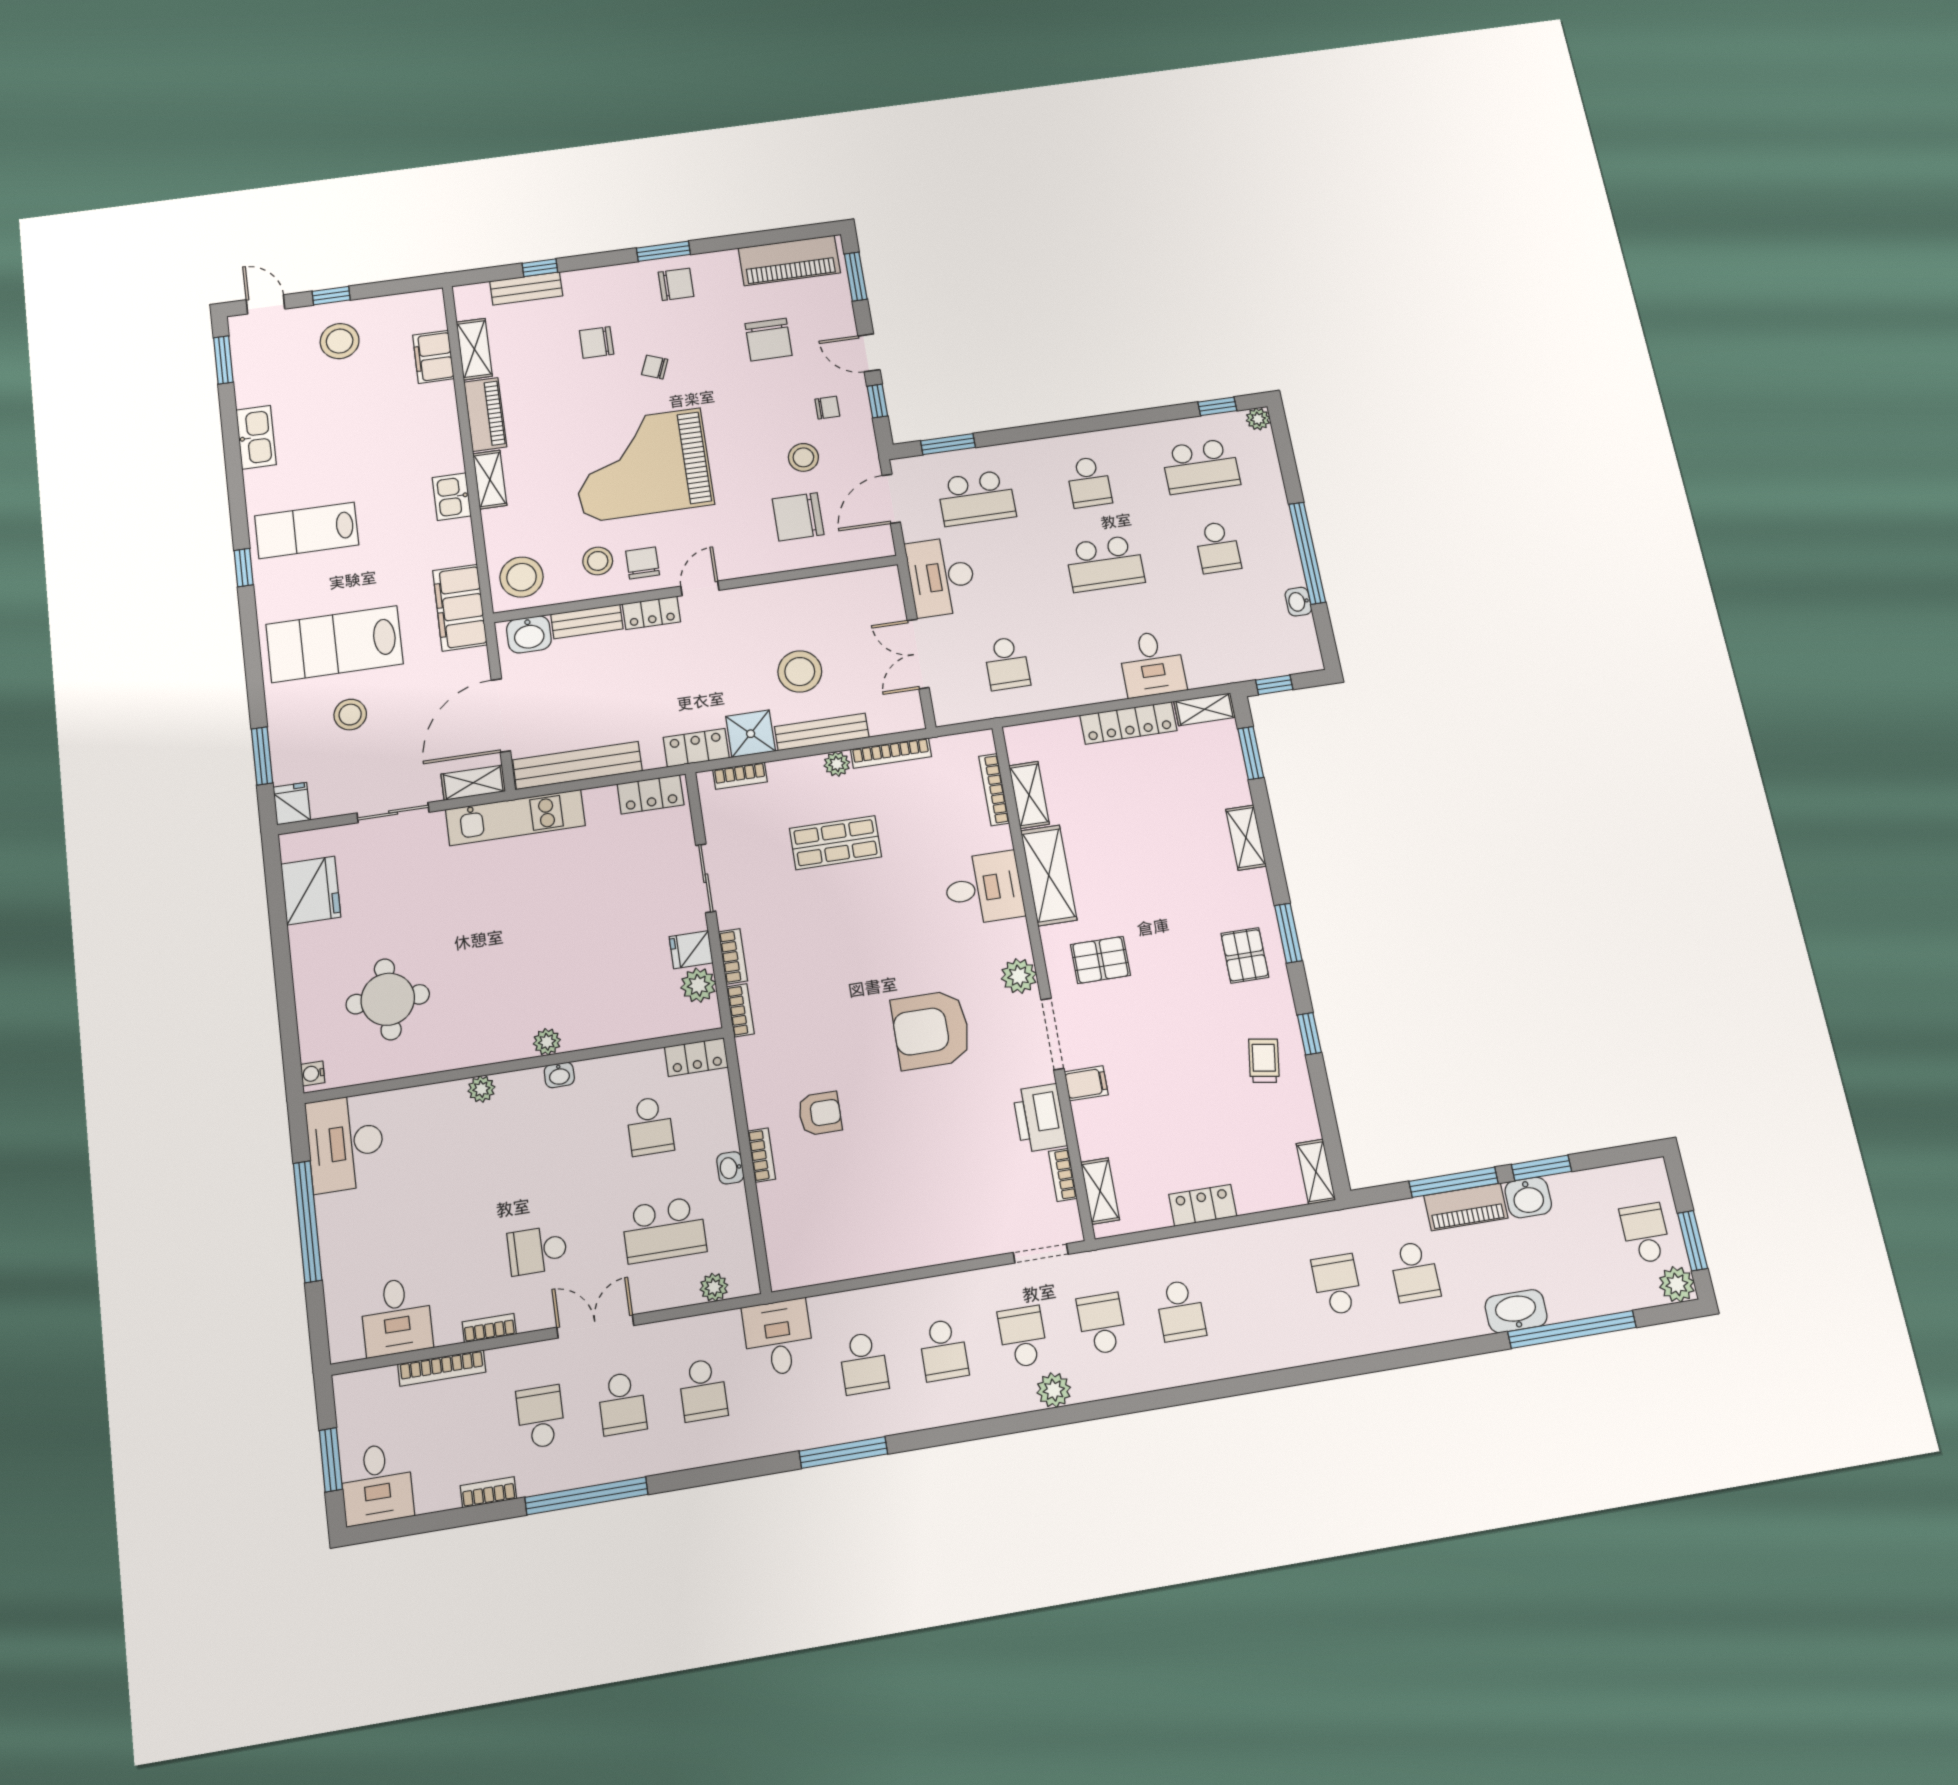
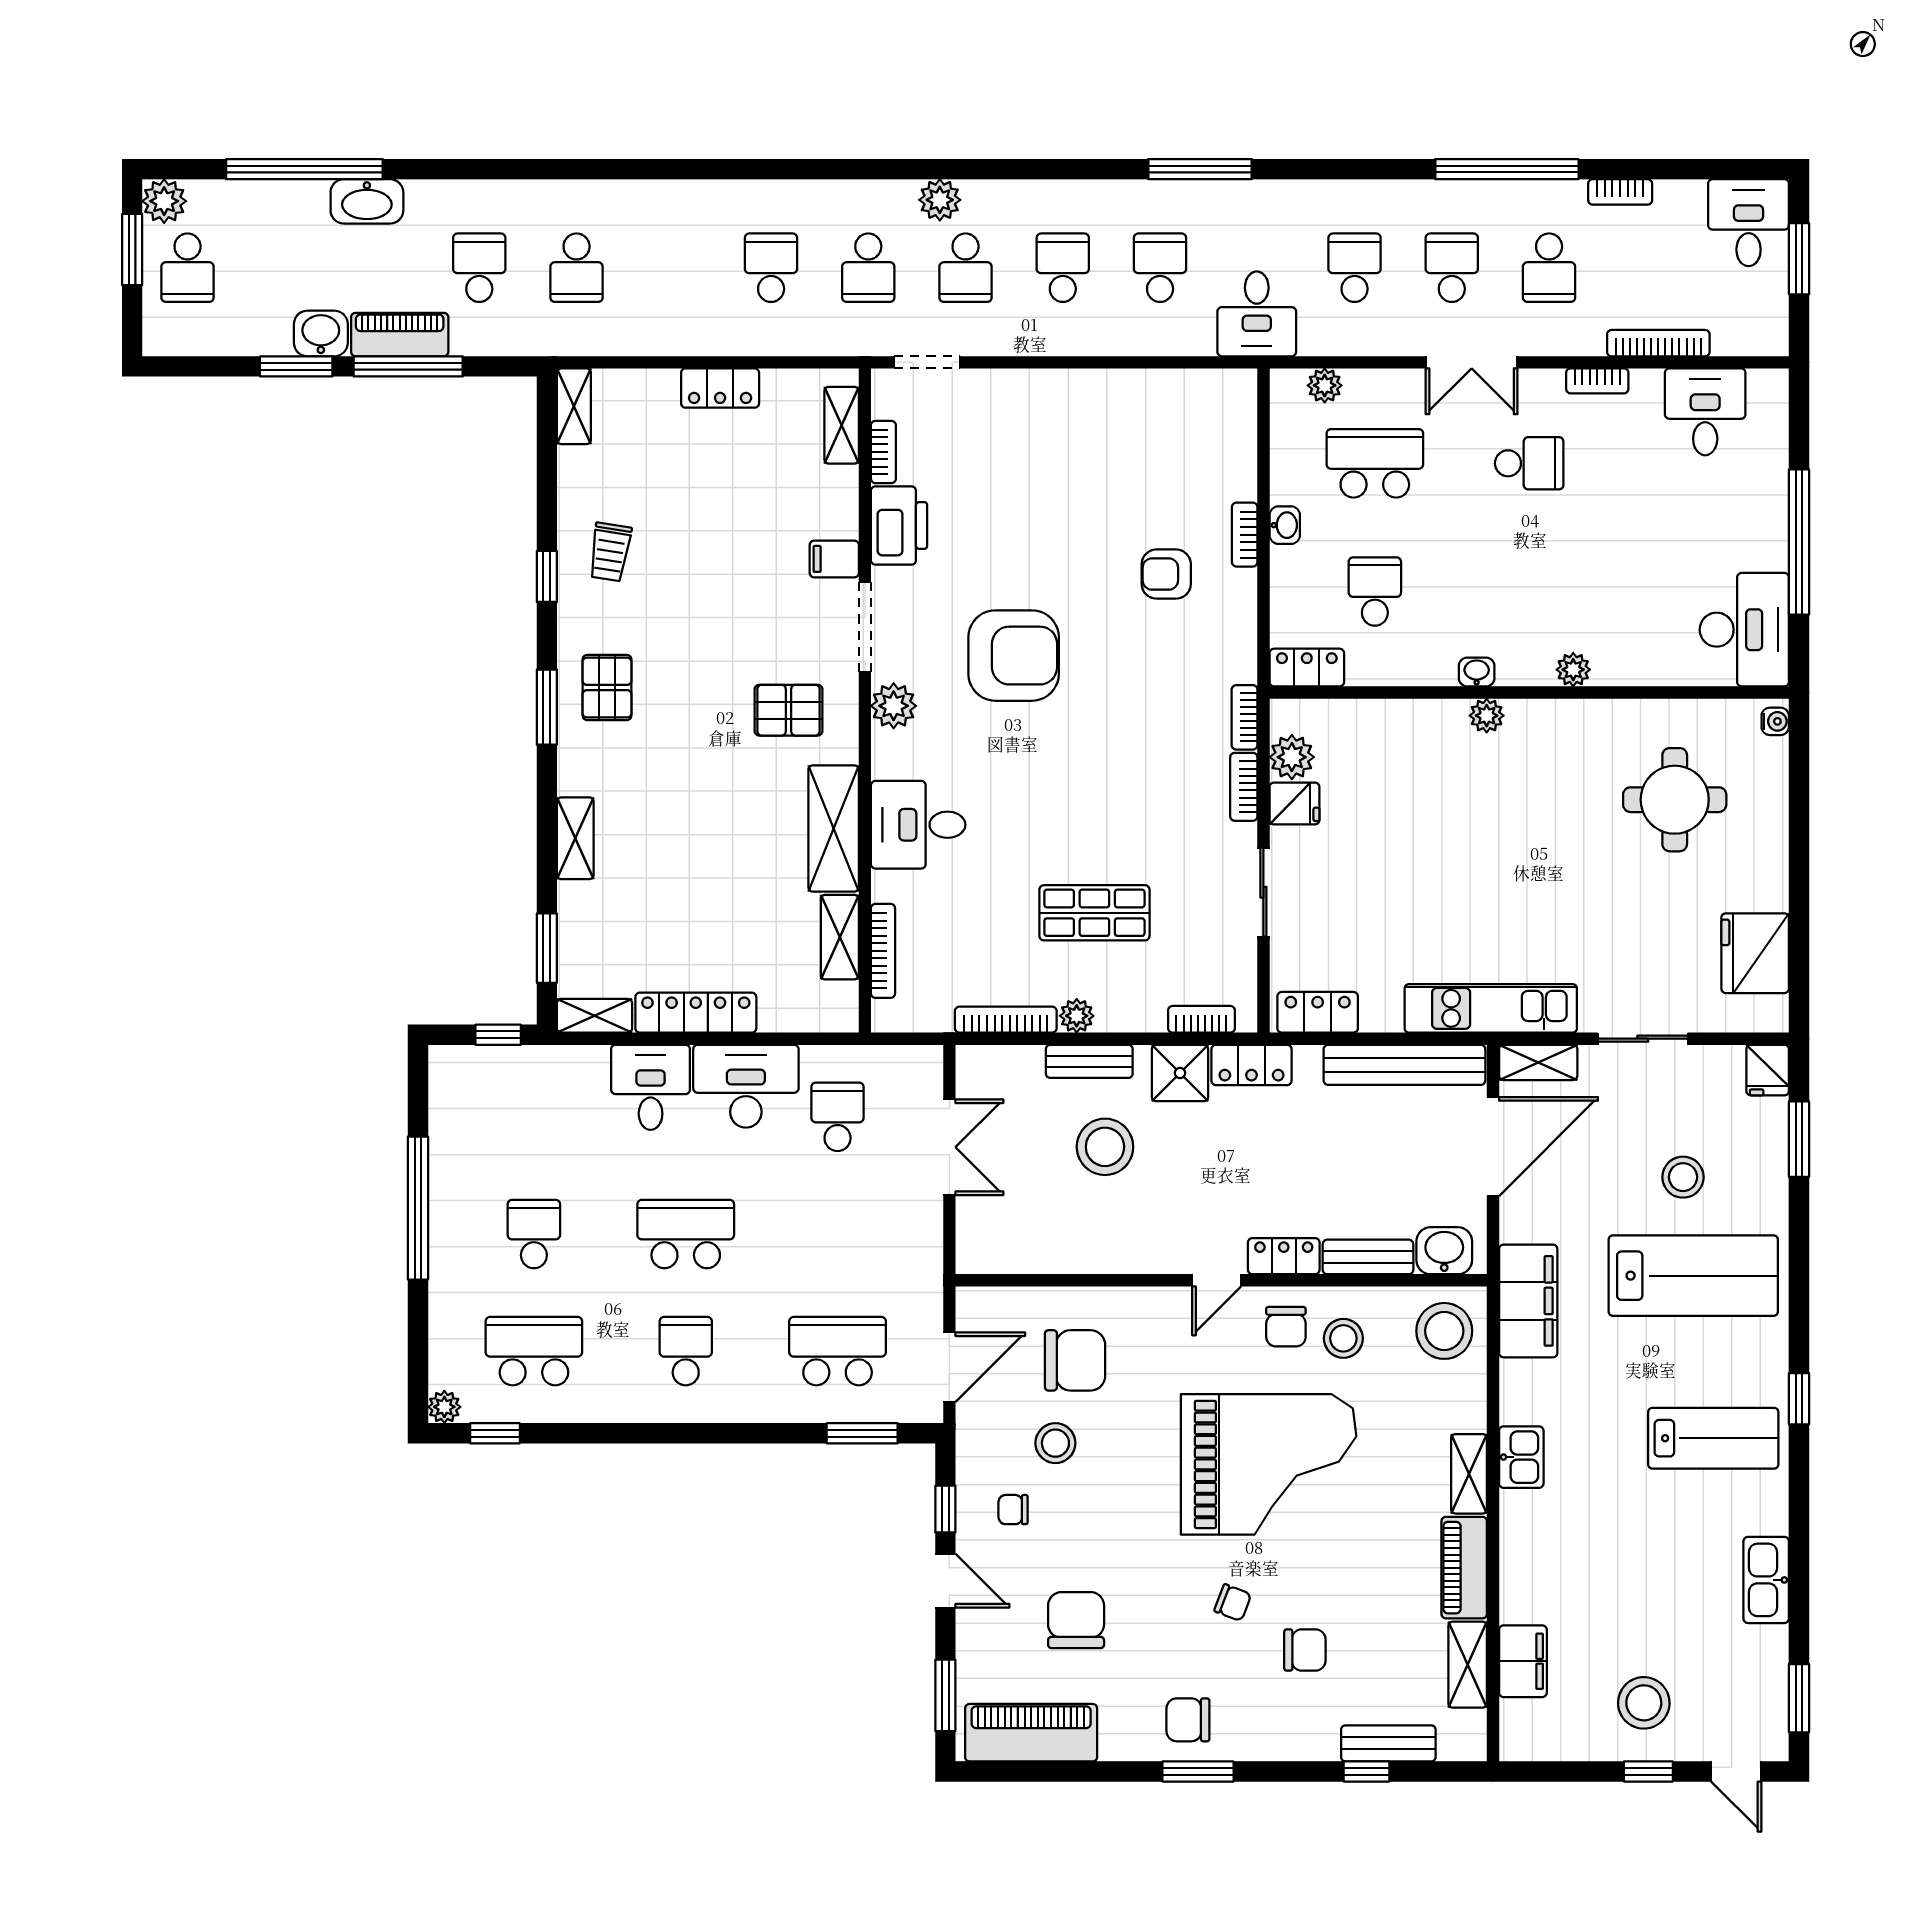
desk: (941, 577) -> (746, 1086), moved, turned -90
washbasin: (1298, 602) -> (444, 1143), removed
bench: (822, 732) -> (1089, 1061), width x0.73

